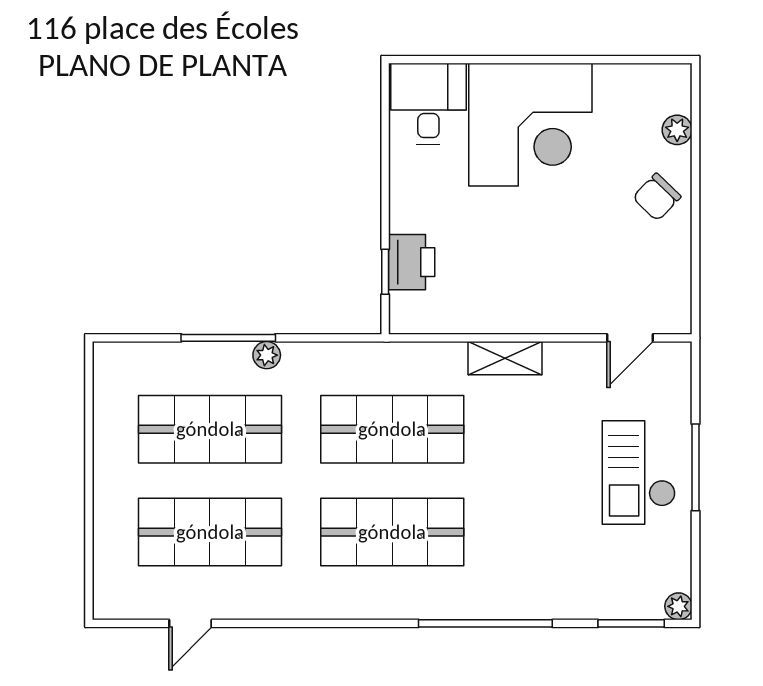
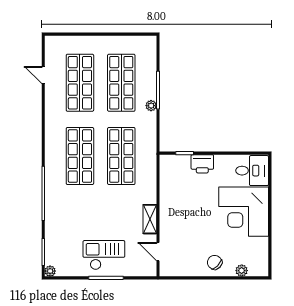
printer: (412, 262) -> (202, 164), moved
shelving: (505, 358) -> (150, 219), moved

